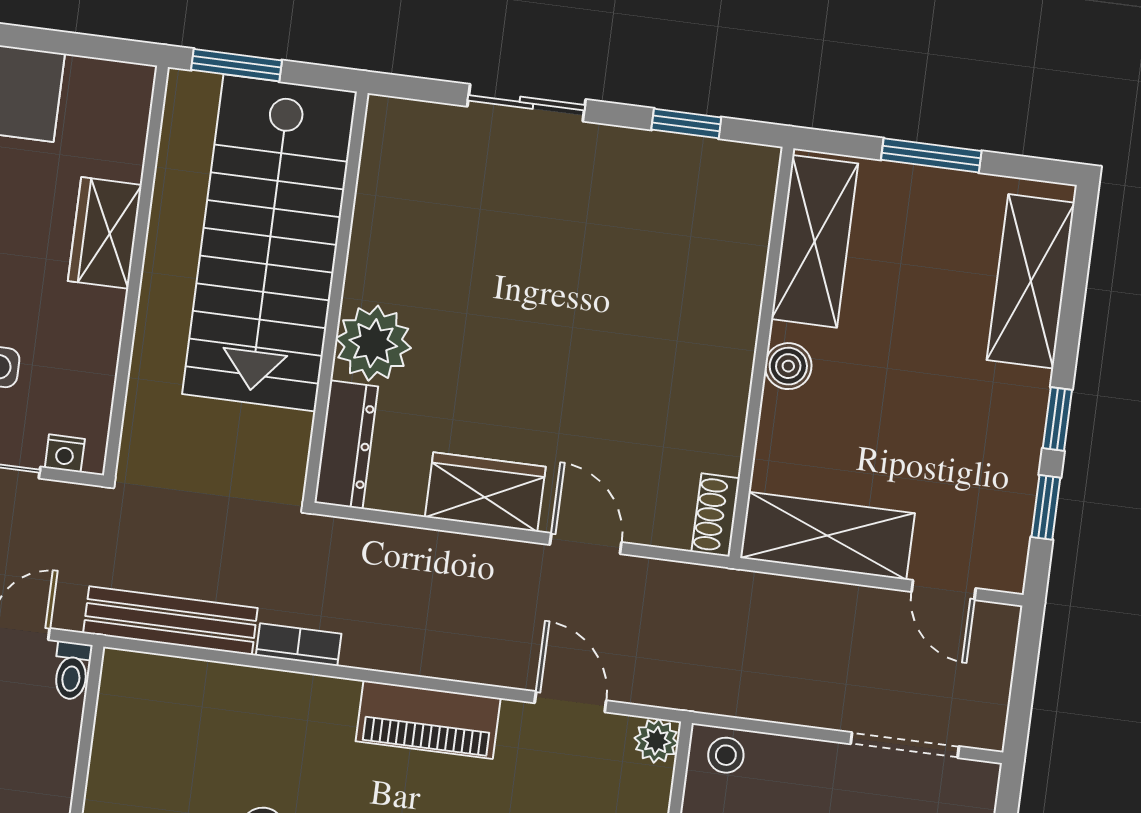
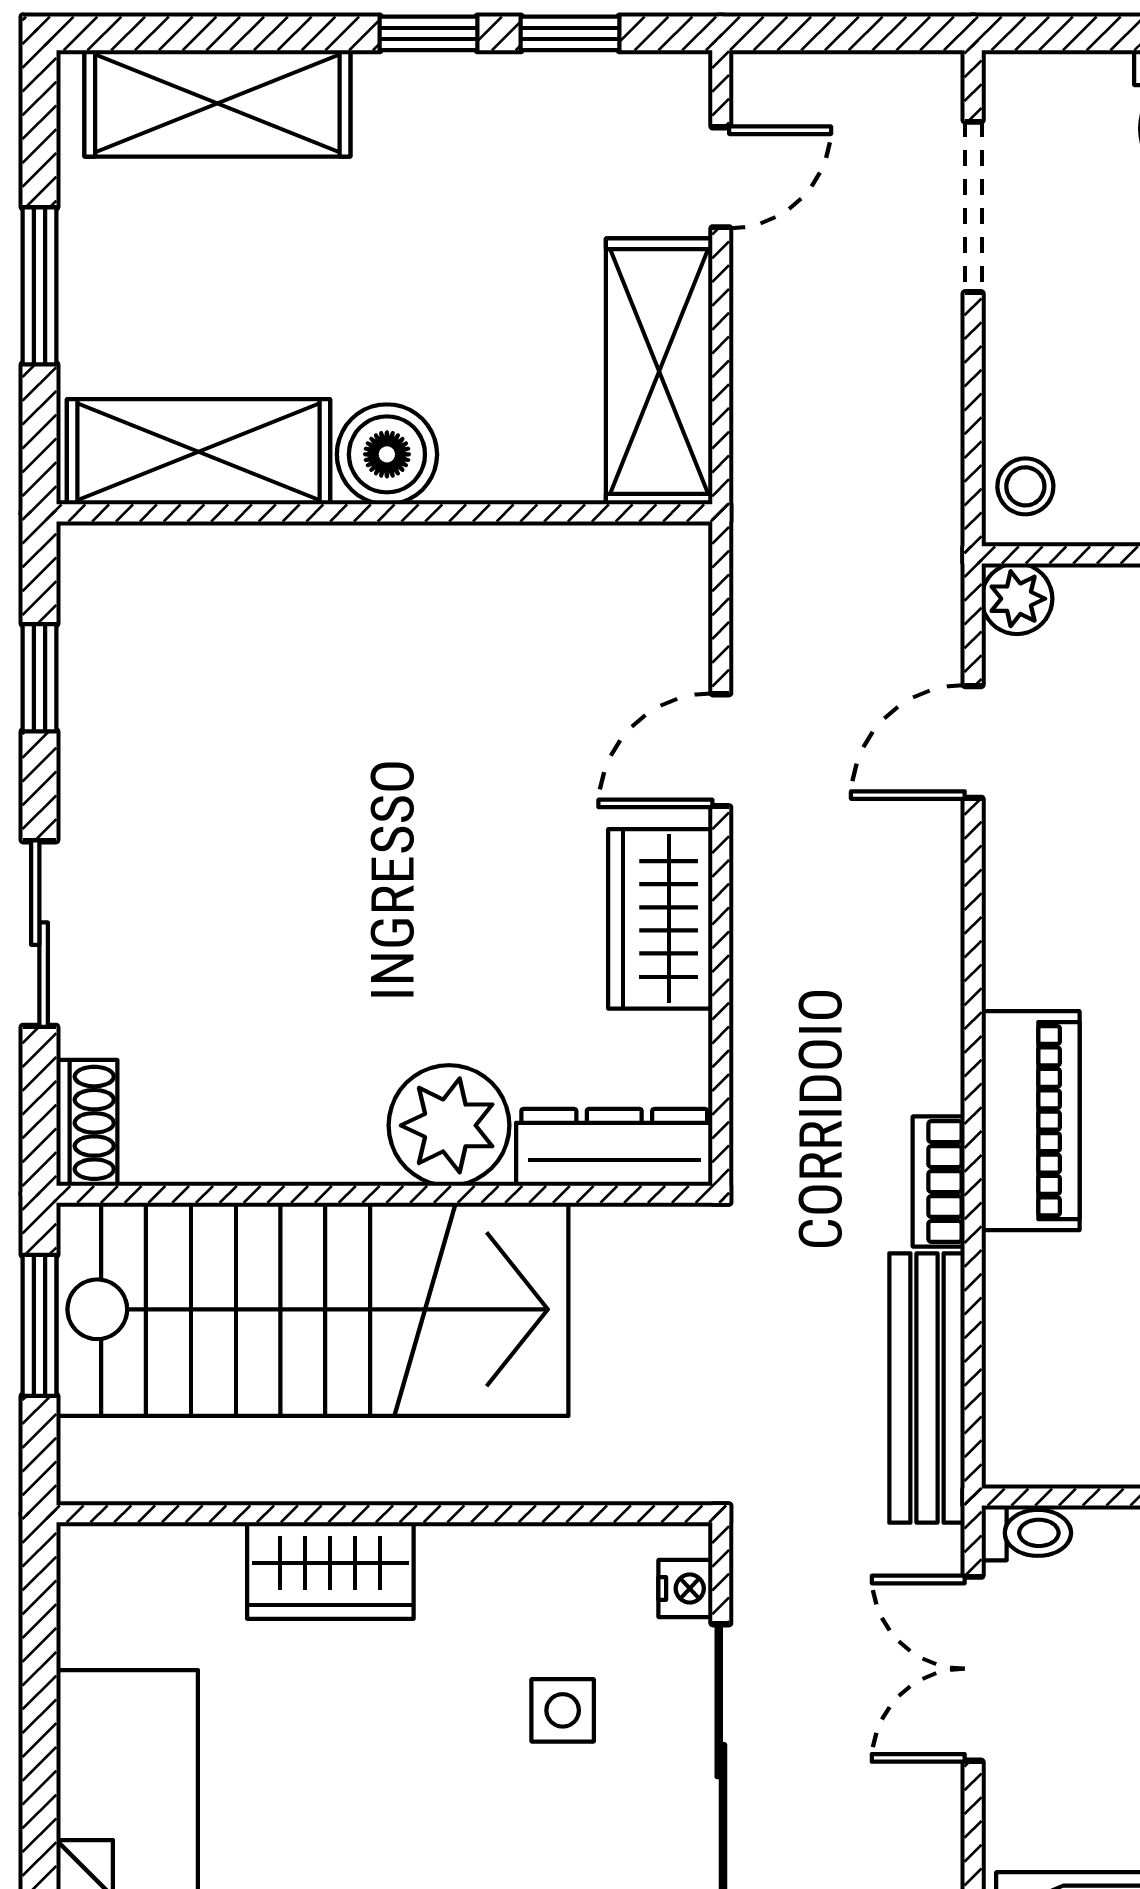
window: (236, 65) -> (39, 1325), moved
boiler: (788, 366) -> (387, 454), width x1.36, depth x1.36
shoe rack: (715, 515) -> (87, 1123), moved, turned -90
piano: (428, 720) -> (1031, 1121), moved

